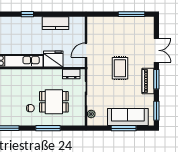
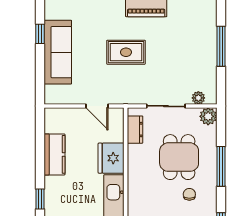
window: (132, 14) -> (40, 34), width x0.46
sofa: (128, 117) -> (58, 52), moved, turned 180
plant: (80, 120) -> (208, 116), added

